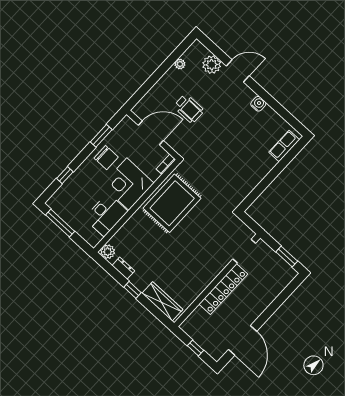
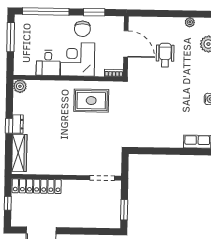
wheelchair: (189, 109) -> (165, 55), turned 180
window: (65, 175) -> (46, 11), width x3.17
rug: (172, 203) -> (91, 101), width x0.73, depth x0.69
desk: (106, 215) -> (48, 63), width x0.73
dresser: (123, 268) -> (18, 124), moved
locker: (223, 289) -> (37, 186), moved

